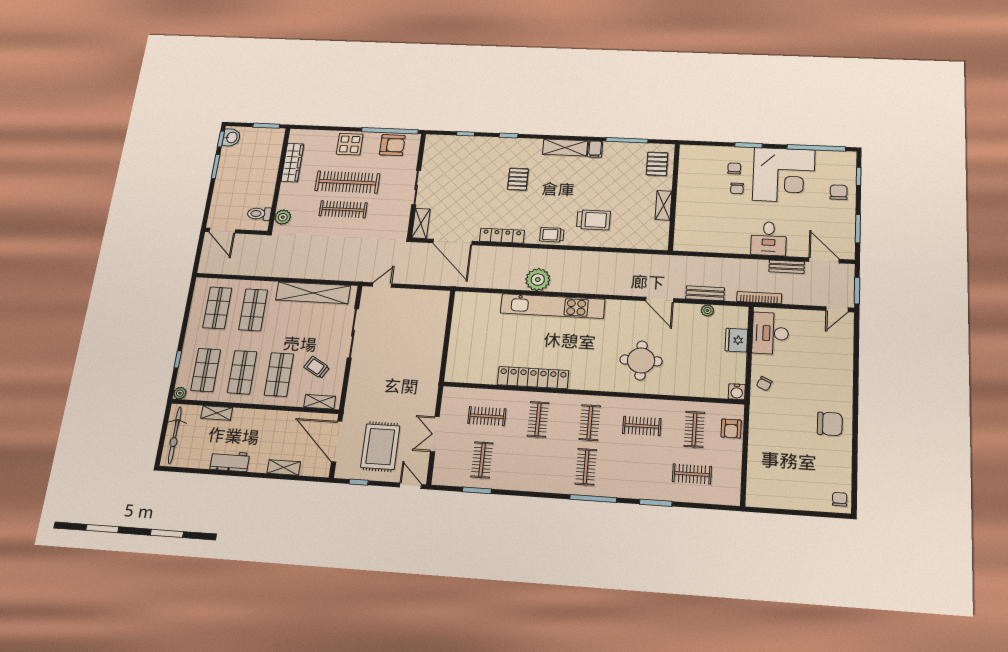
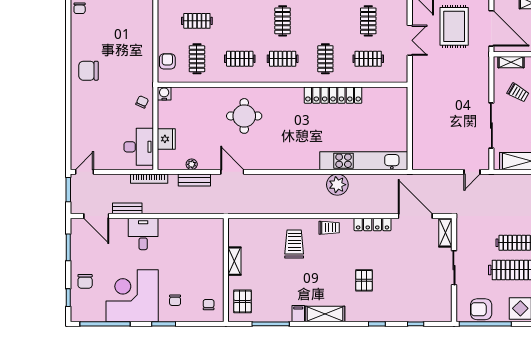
chair: (737, 188) -> (209, 305), moved
trolley: (593, 220) -> (294, 244), turned 90
kitchen unit: (553, 306) -> (364, 161), moved
clothes rail: (590, 423) -> (283, 59), turned 90

